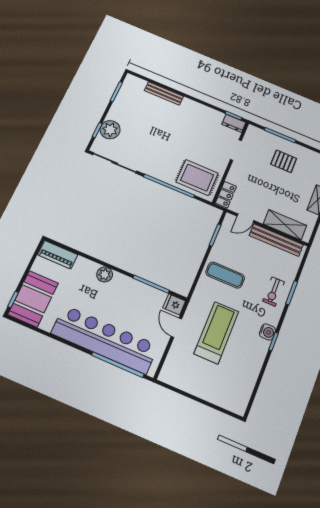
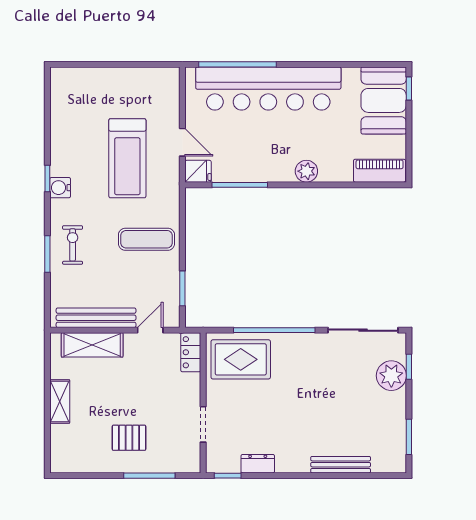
dresser: (234, 123) -> (258, 464), moved

